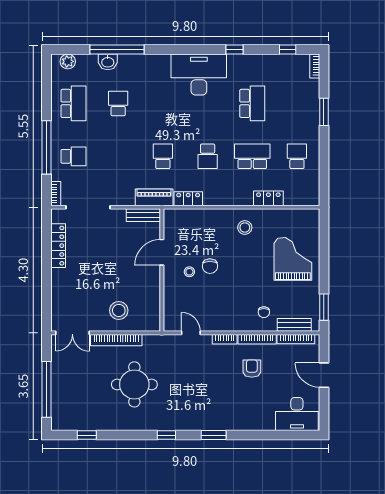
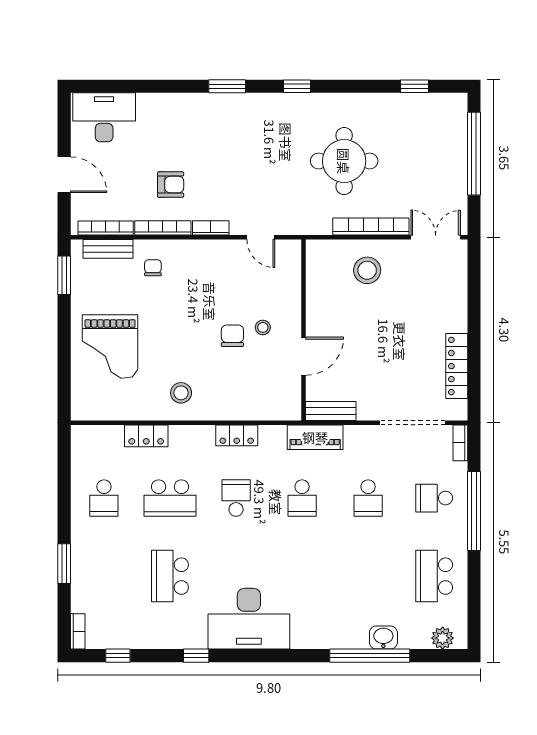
school desk: (118, 103) -> (368, 498), moved
locker: (188, 199) -> (237, 435), moved
armchair: (252, 369) -> (171, 185), turned -90

